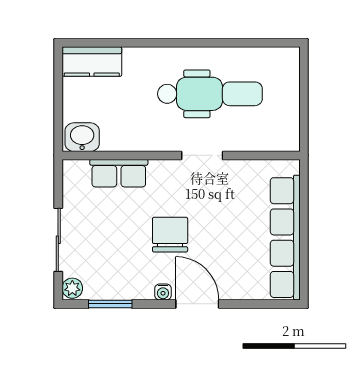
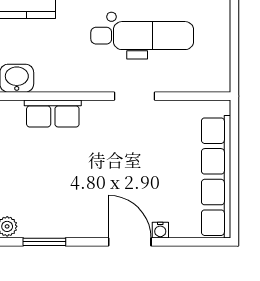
chair: (170, 235) -> (103, 174), removed
water cooler: (163, 292) -> (160, 230), moved

